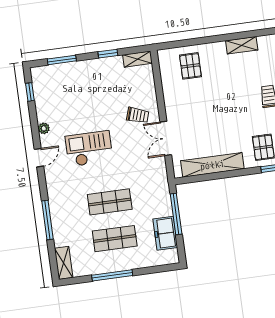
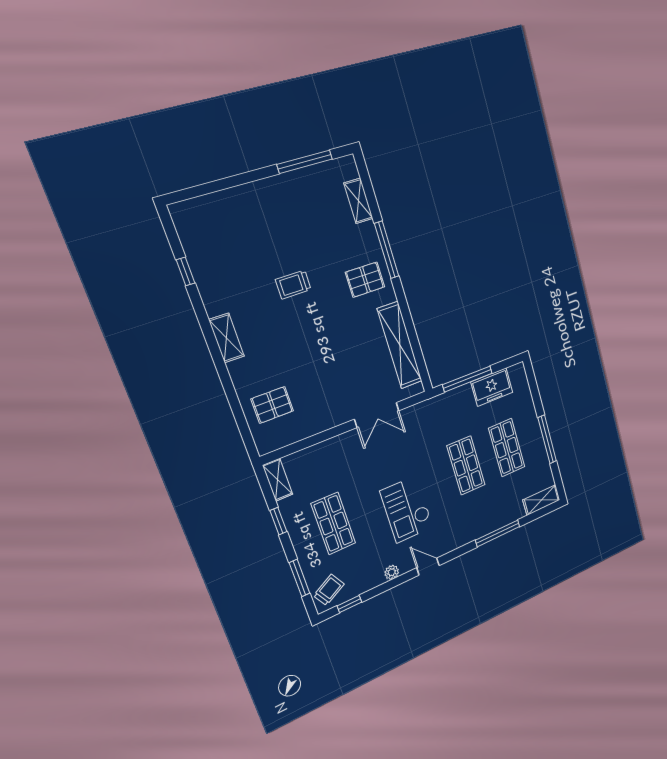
shop shelf: (95, 92) -> (333, 523), added
trolley: (138, 115) -> (329, 590), moved, turned 43

